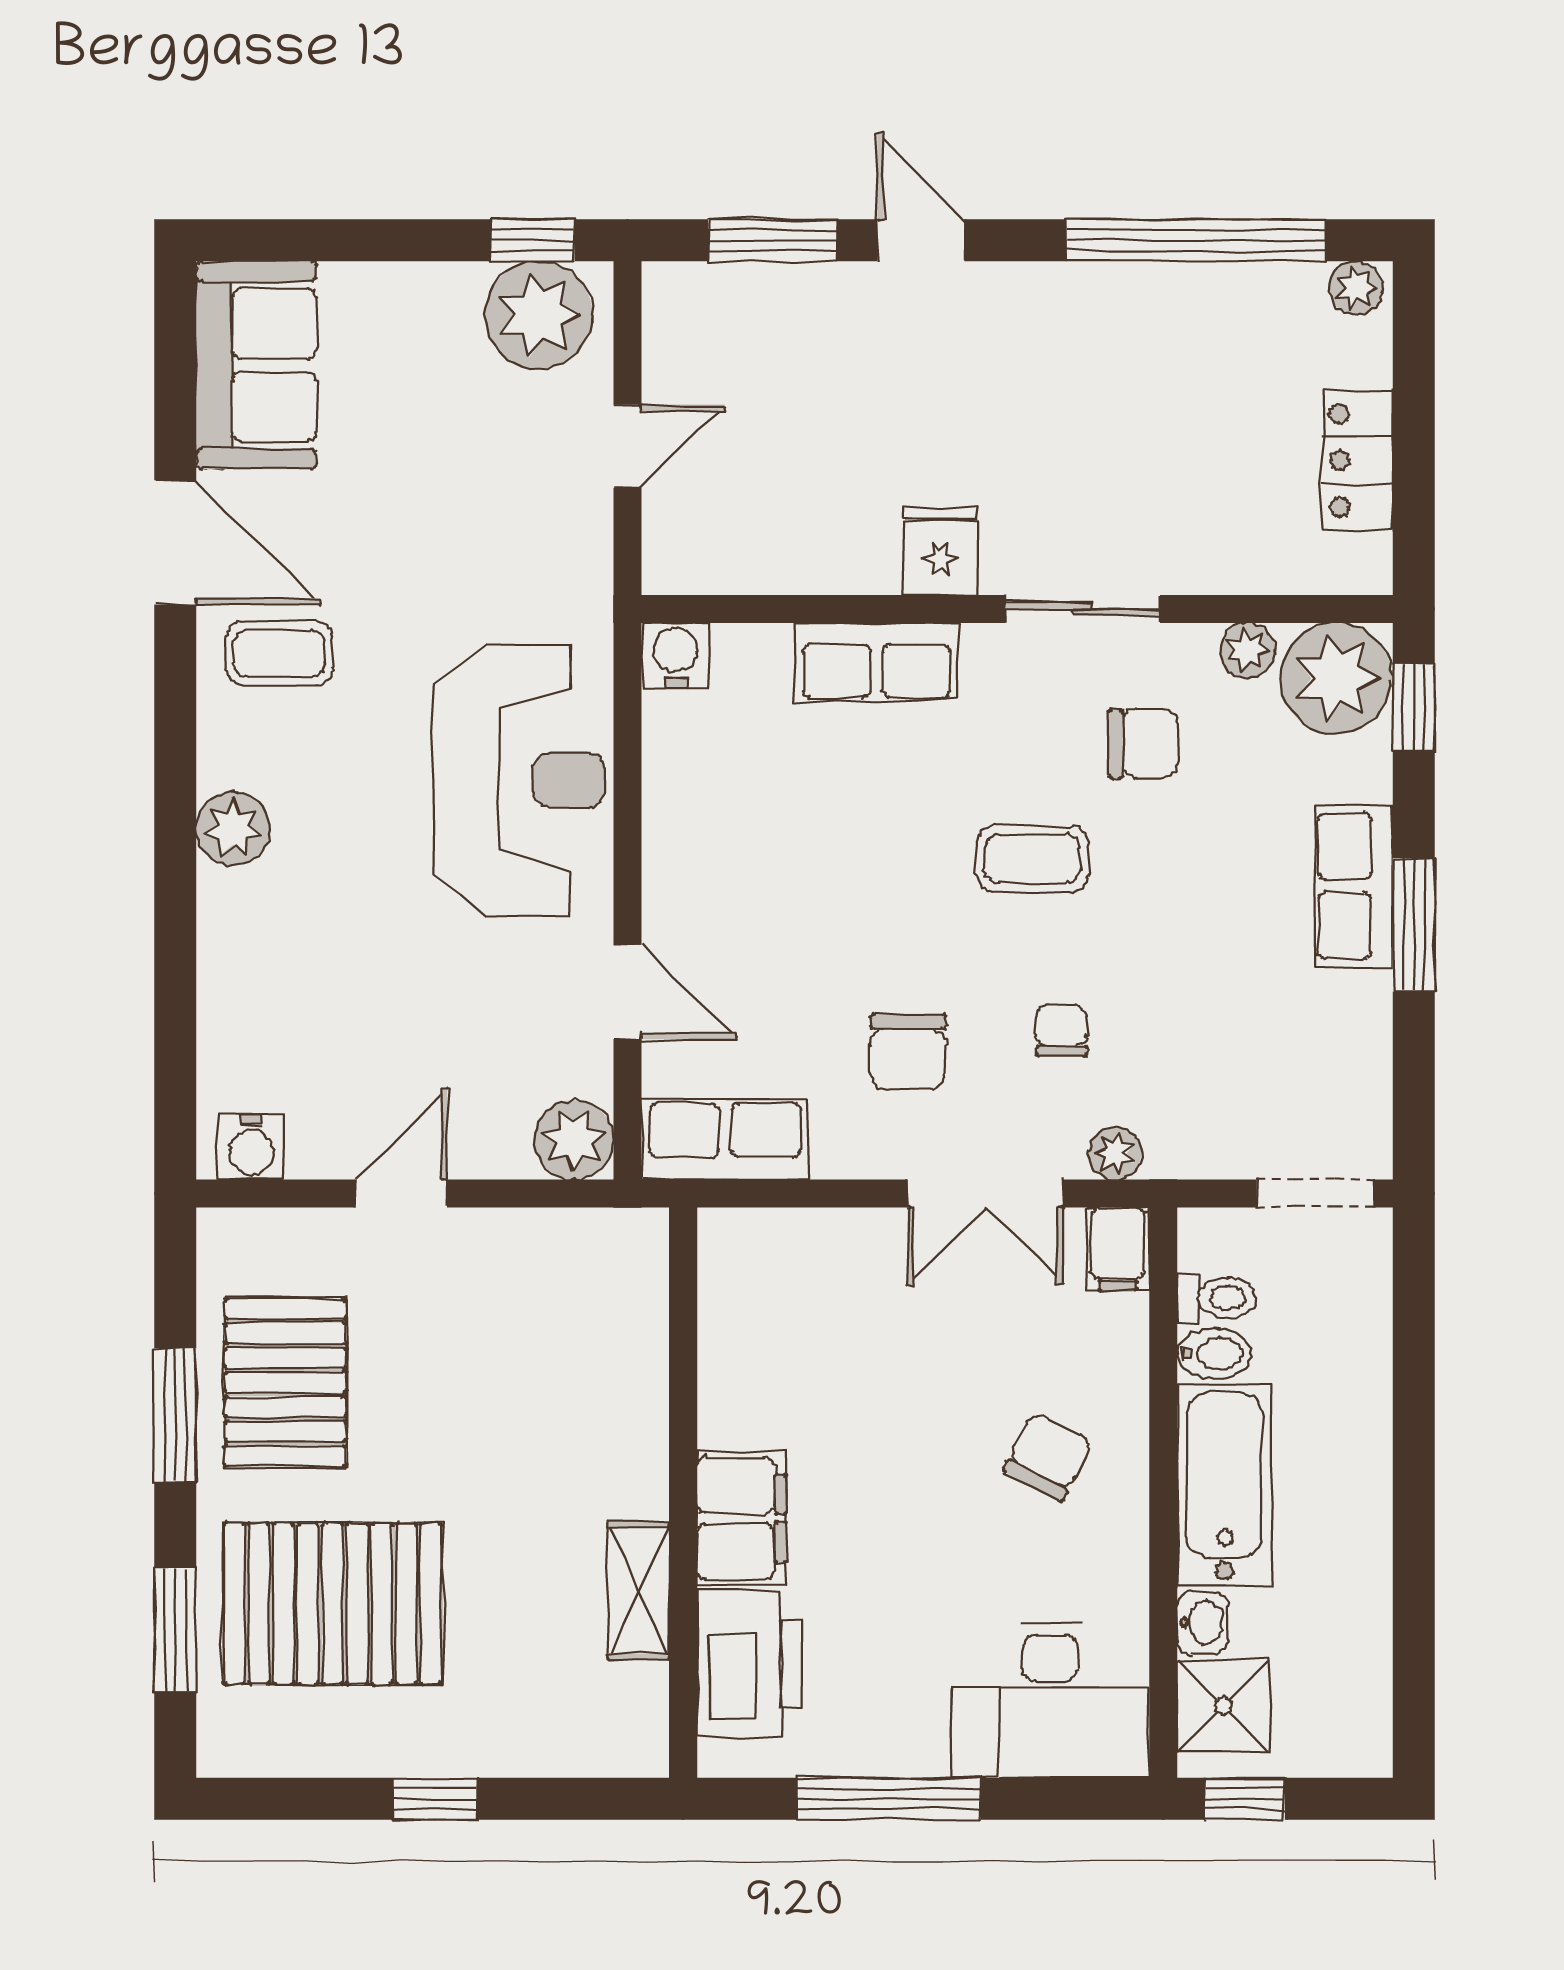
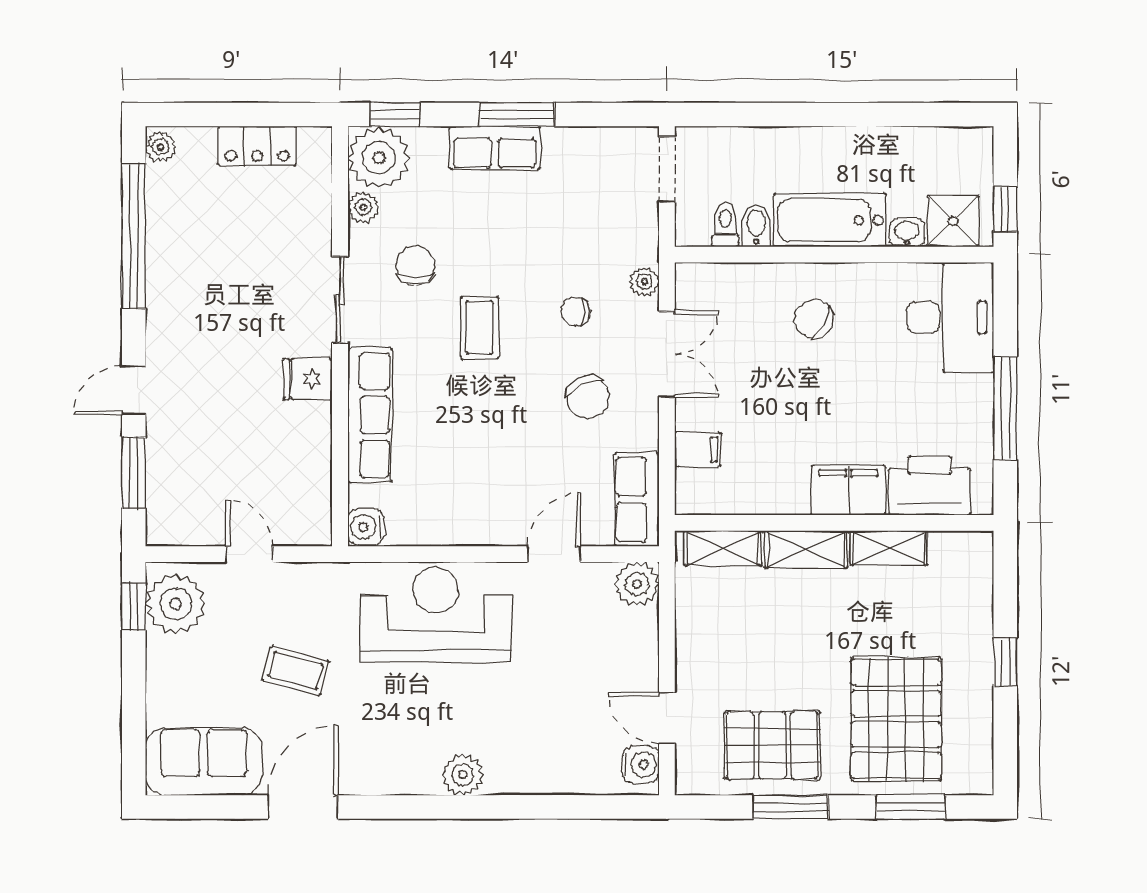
coffee table: (279, 653) -> (296, 671), moved, turned -75
row of seats: (876, 662) -> (370, 415), width x1.48
chair: (908, 1052) -> (588, 397), turned 65
door: (401, 1193) -> (667, 718), moved
filing cabinet: (1118, 1249) -> (698, 449), moved
shelving: (638, 1294) -> (723, 548), added
shelving: (636, 1443) -> (806, 549), added

